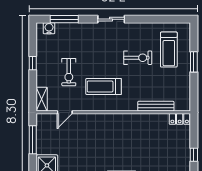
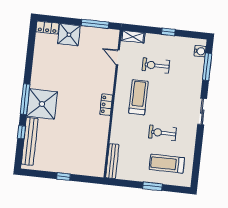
exercise bike: (138, 58) -> (162, 133), turned 90
bench: (156, 106) -> (112, 161), moved
locker: (180, 119) -> (106, 105), moved

